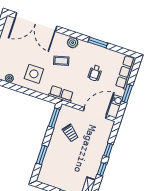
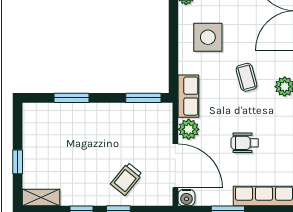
plant: (78, 100) -> (189, 129), added
water cooler: (117, 100) -> (186, 198), moved
trolley: (70, 133) -> (126, 179), moved

